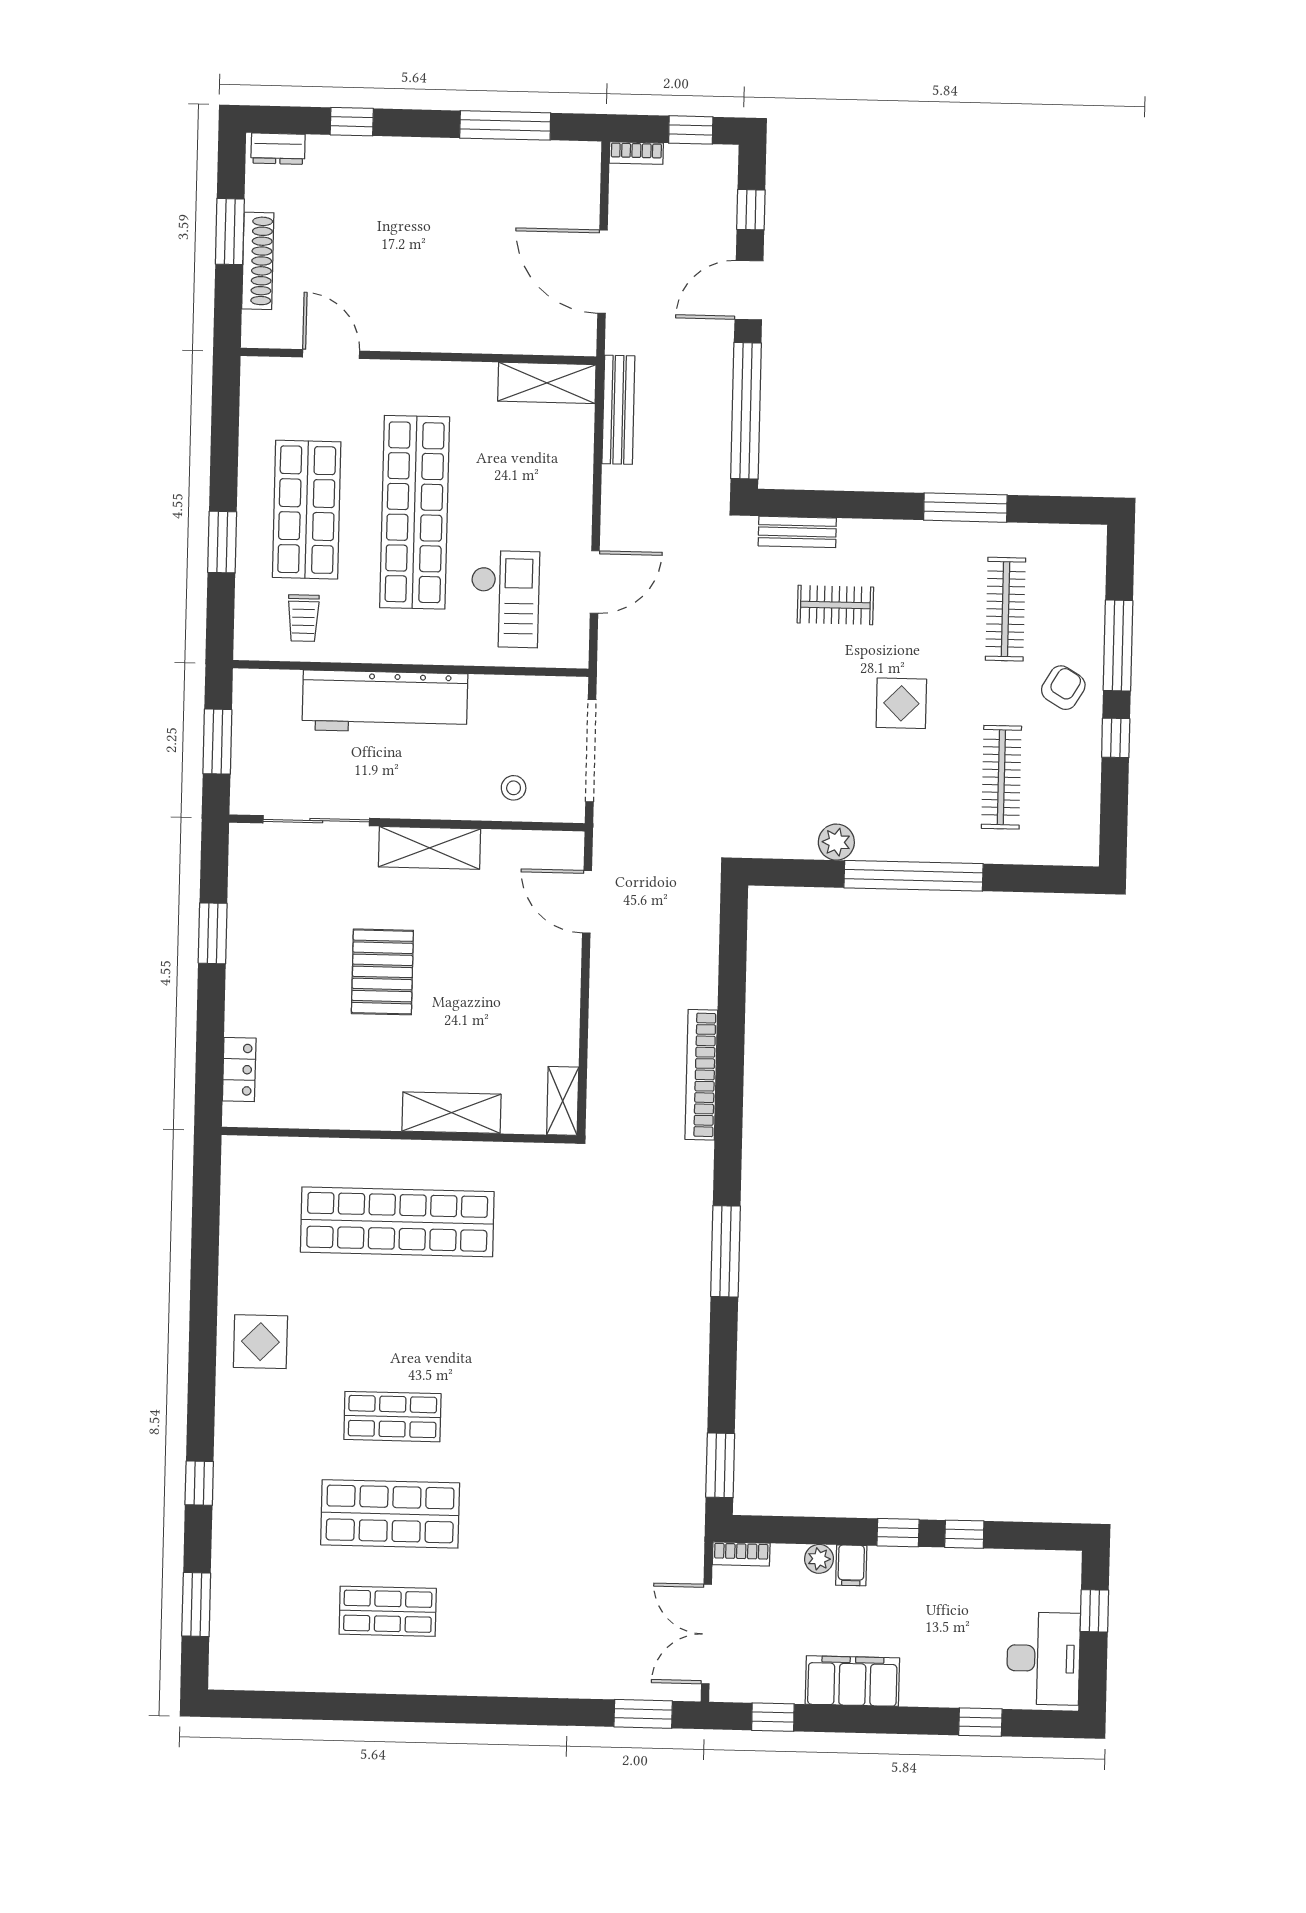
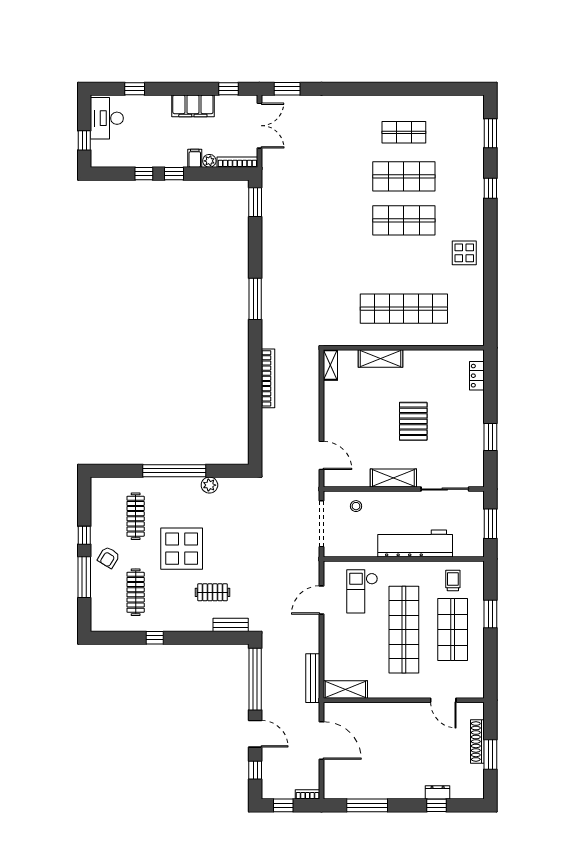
dresser: (278, 149) -> (438, 792), moved
door: (749, 290) -> (255, 734), hinge flipped
window: (965, 508) -> (155, 638), width x0.46
display table: (901, 703) -> (182, 549), width x1.86, depth x1.86
shop shelf: (392, 1417) -> (404, 220), width x1.43, depth x1.36
bookcase: (741, 1554) -> (237, 162), width x1.56

